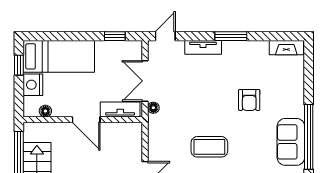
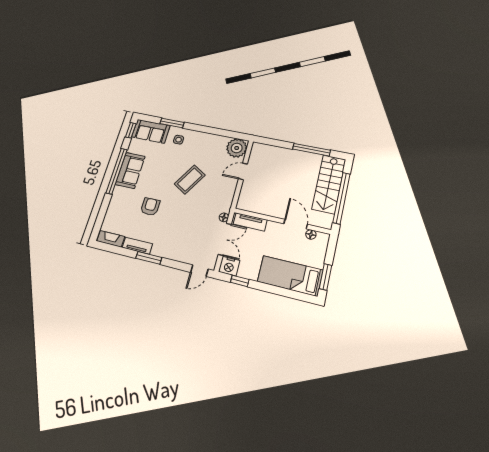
tv unit: (203, 47) -> (137, 246), moved
window: (19, 65) -> (326, 277), width x1.50
nightstand: (33, 85) -> (229, 266), moved, turned 90
door: (86, 120) -> (296, 224), moved
coffee table: (209, 147) -> (190, 180), turned -59

